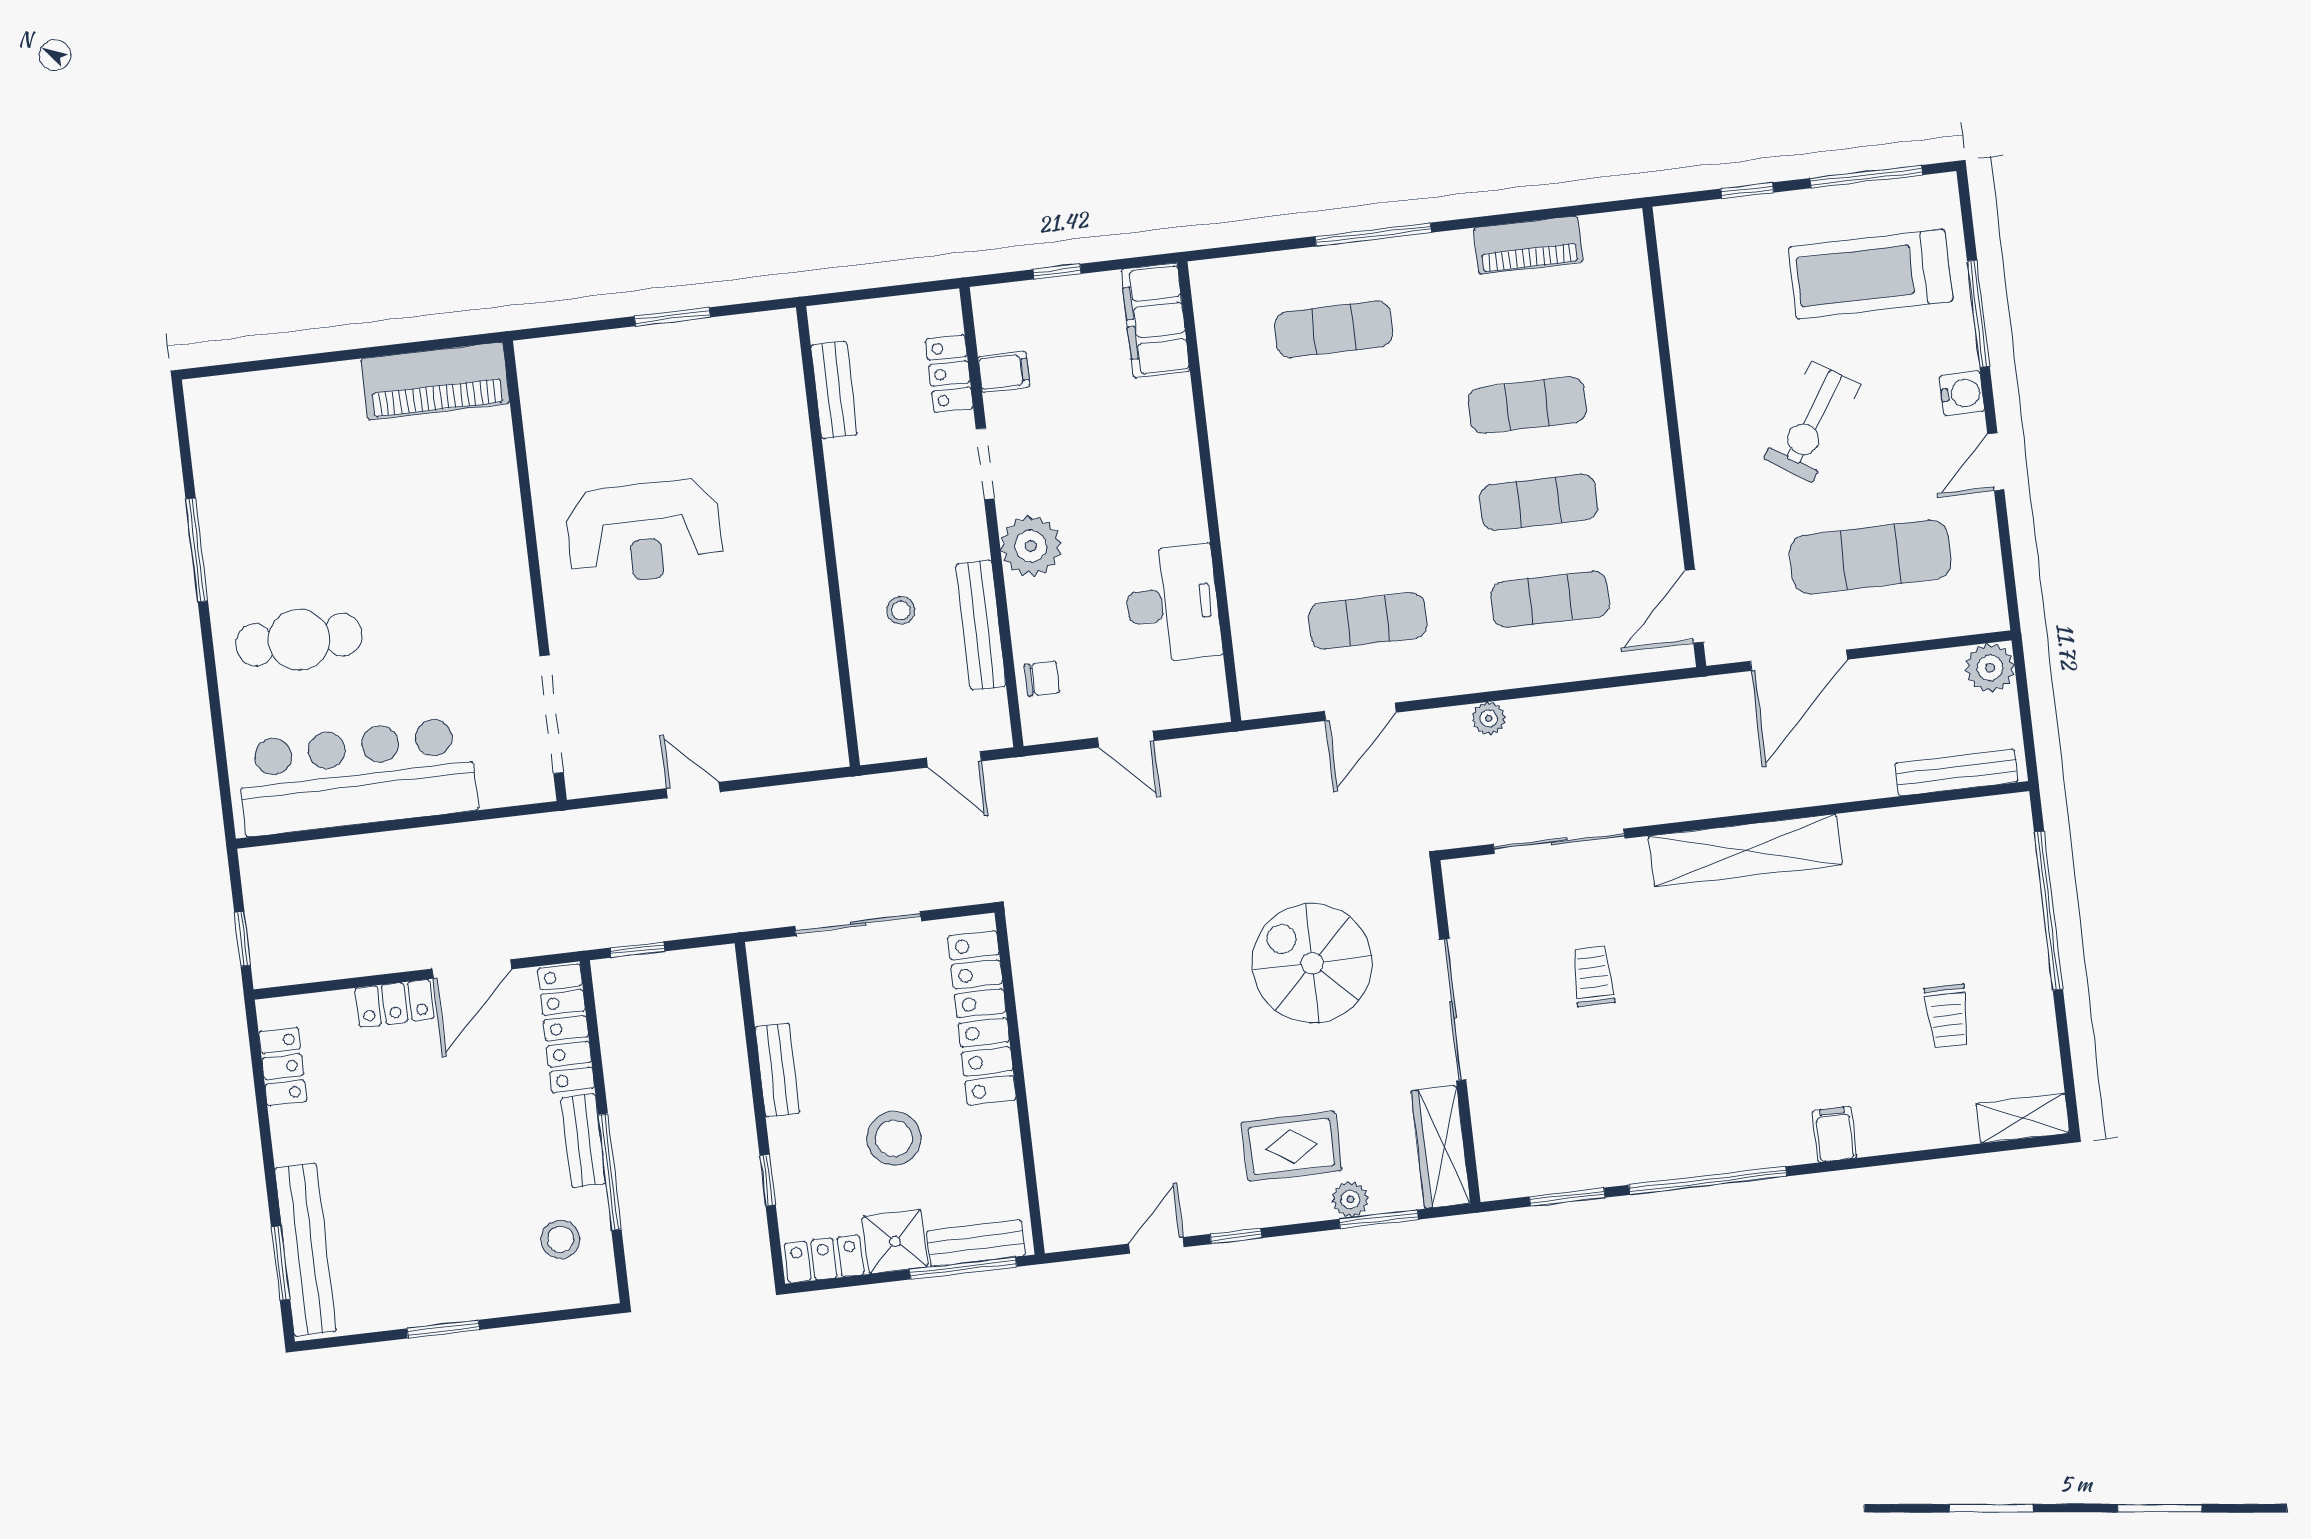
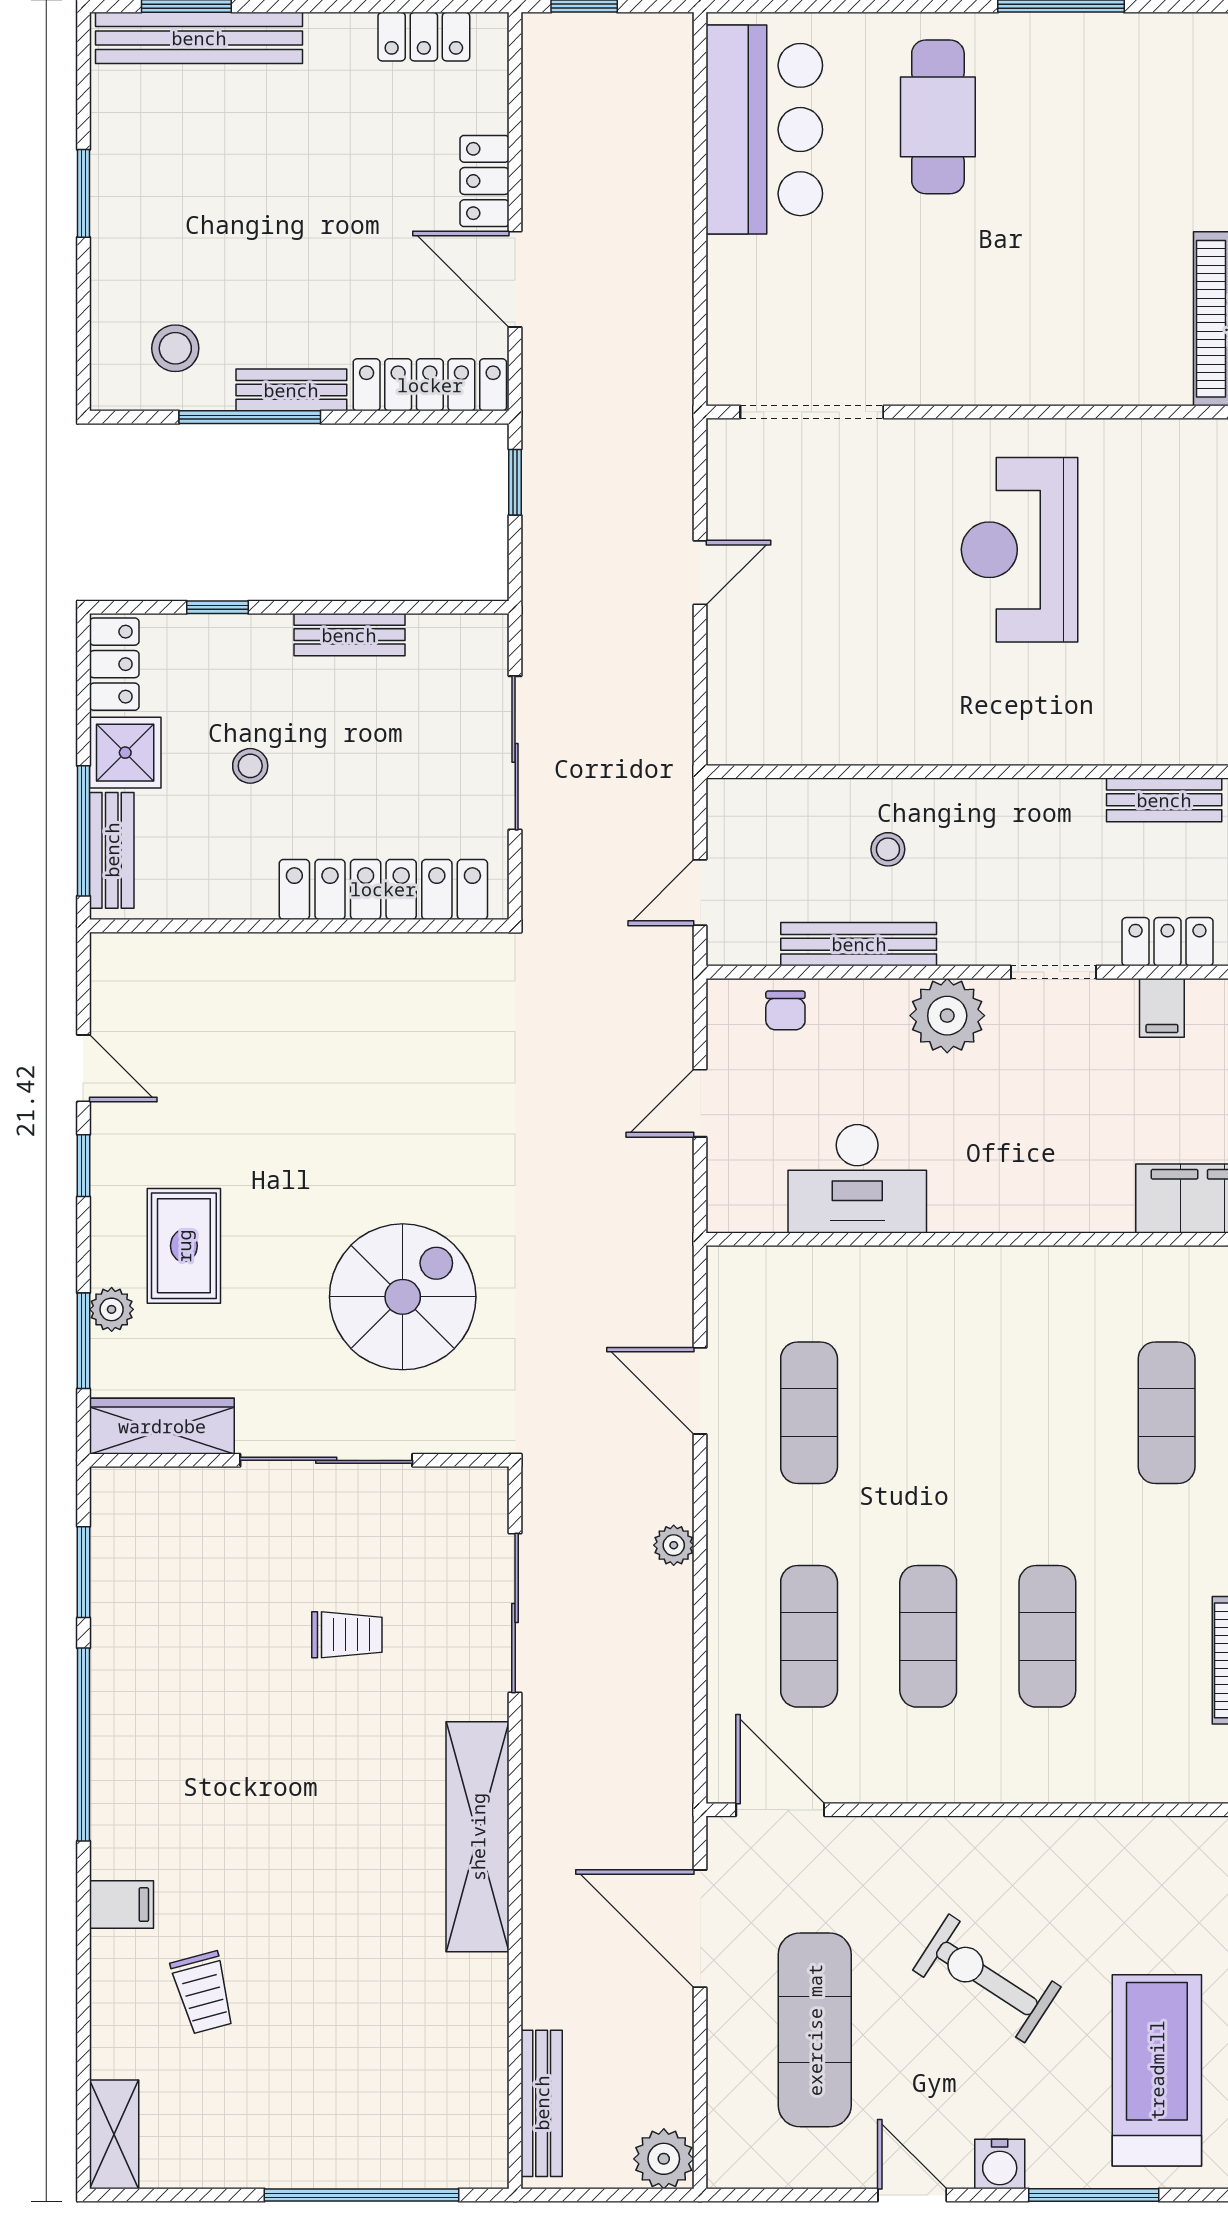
bar counter: (357, 776) -> (764, 130), width x0.73
trolley: (1947, 1016) -> (203, 1993), moved, turned -105
stool: (894, 1138) -> (250, 766), width x0.53, depth x0.53

